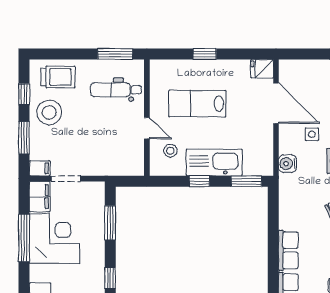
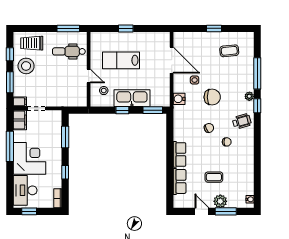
fridge: (262, 69) -> (163, 38), removed
trolley: (58, 77) -> (32, 43), turned 180
corner desk: (55, 238) -> (29, 158), moved

